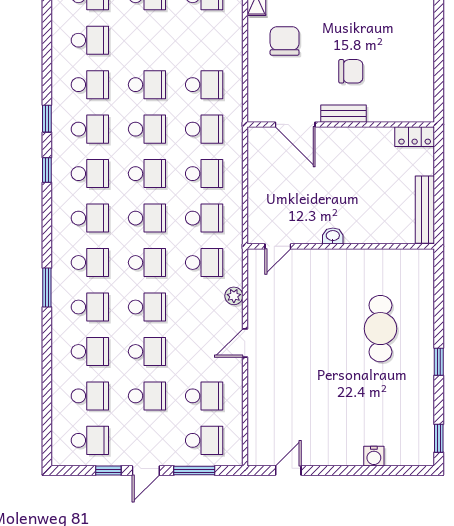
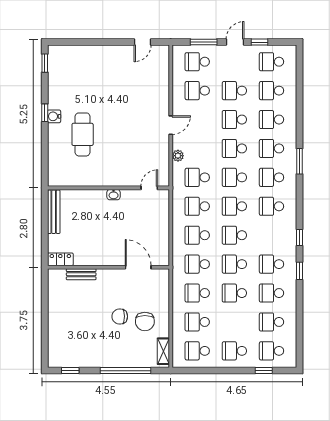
chair: (351, 71) -> (120, 316), moved
bench: (343, 114) -> (81, 274), moved
school desk: (90, 174) -> (197, 322), moved
water cooler: (374, 456) -> (54, 116), moved, turned -90

